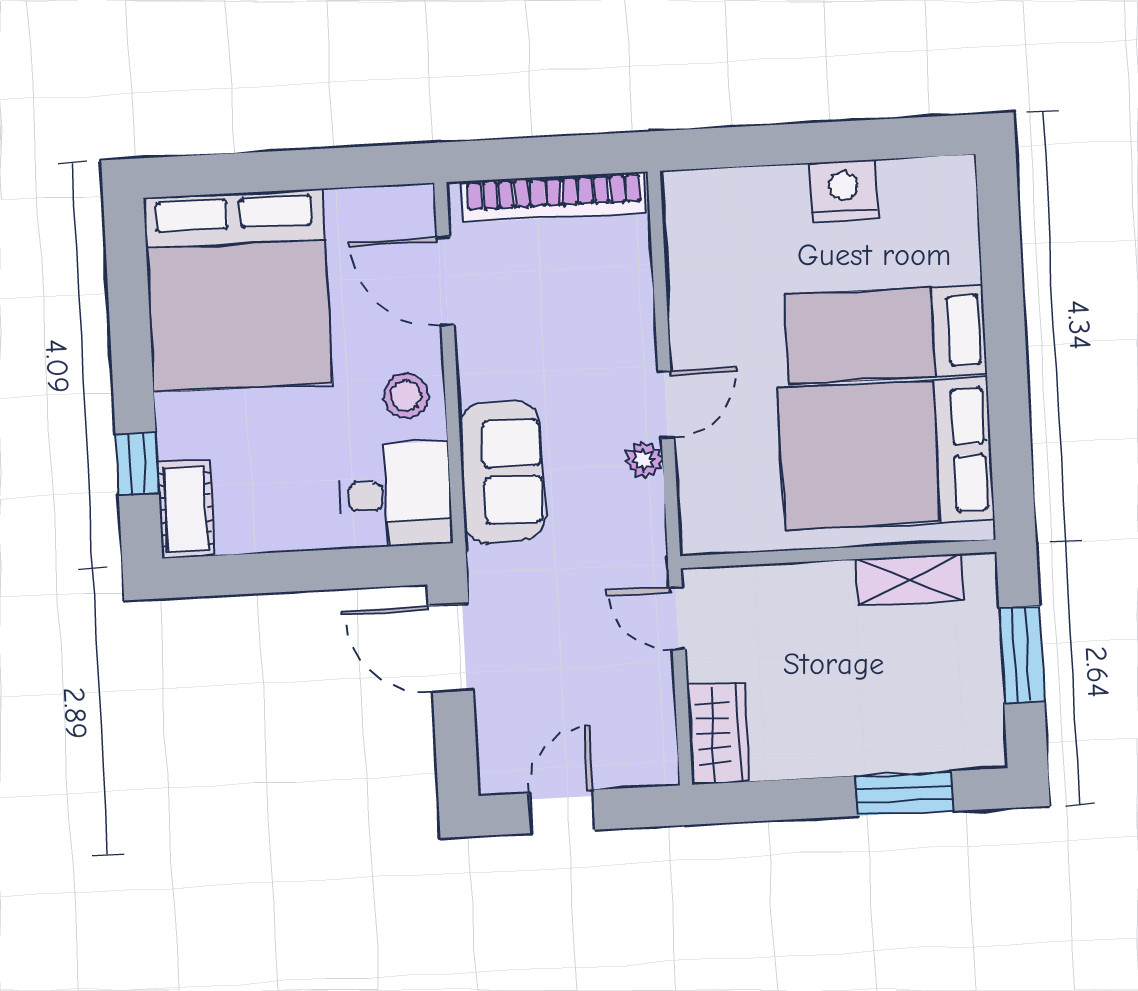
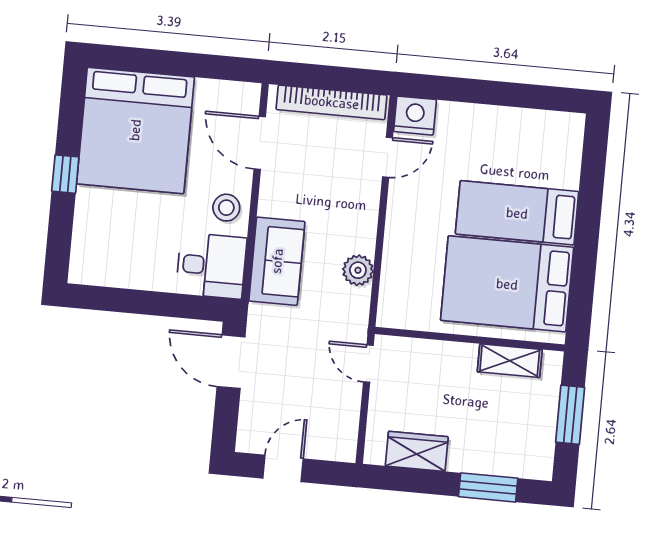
nightstand: (843, 191) -> (415, 116), moved
door: (666, 405) -> (387, 157), moved
plant: (644, 460) -> (358, 270), width x1.38, depth x1.38
window: (137, 463) -> (65, 174), moved
cot: (186, 509) -> (86, 256), removed
wardrobe: (718, 733) -> (417, 451), moved, turned -90

